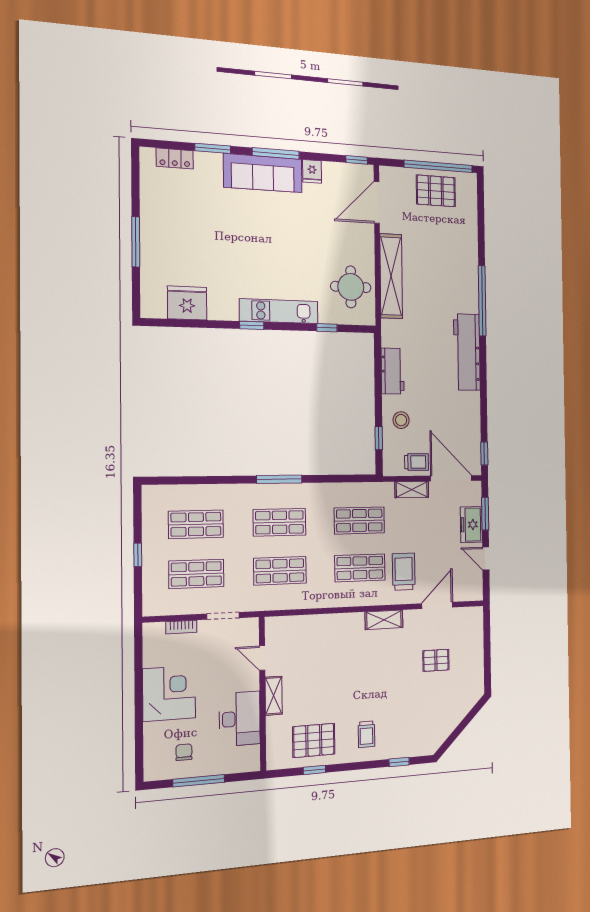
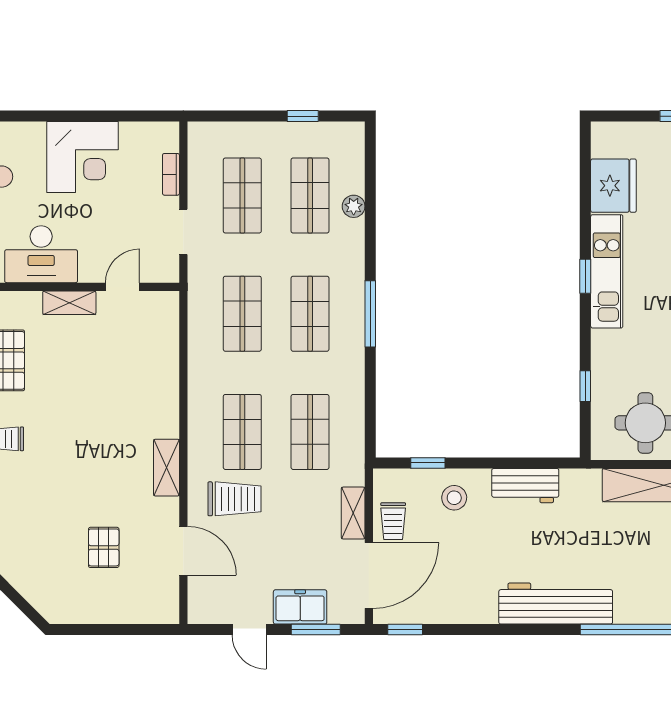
kitchen unit: (279, 311) -> (607, 271), moved
plant: (204, 492) -> (354, 206), added
window: (138, 555) -> (303, 116), moved
door: (486, 559) -> (249, 630), swing flipped

